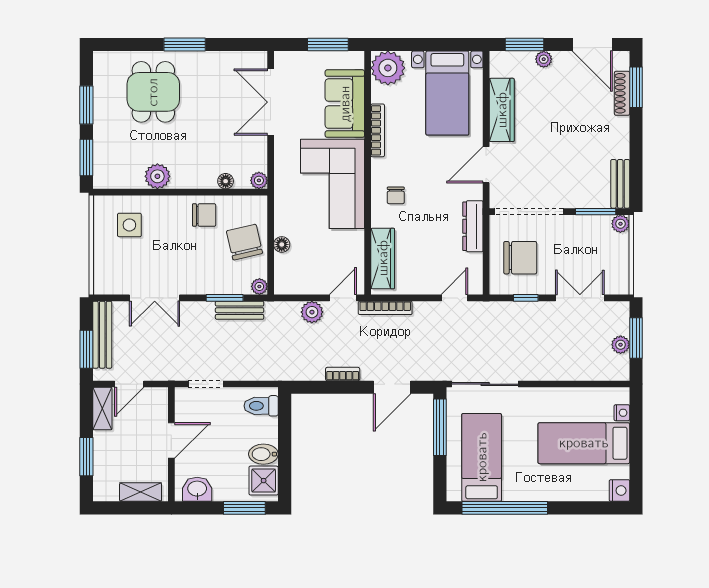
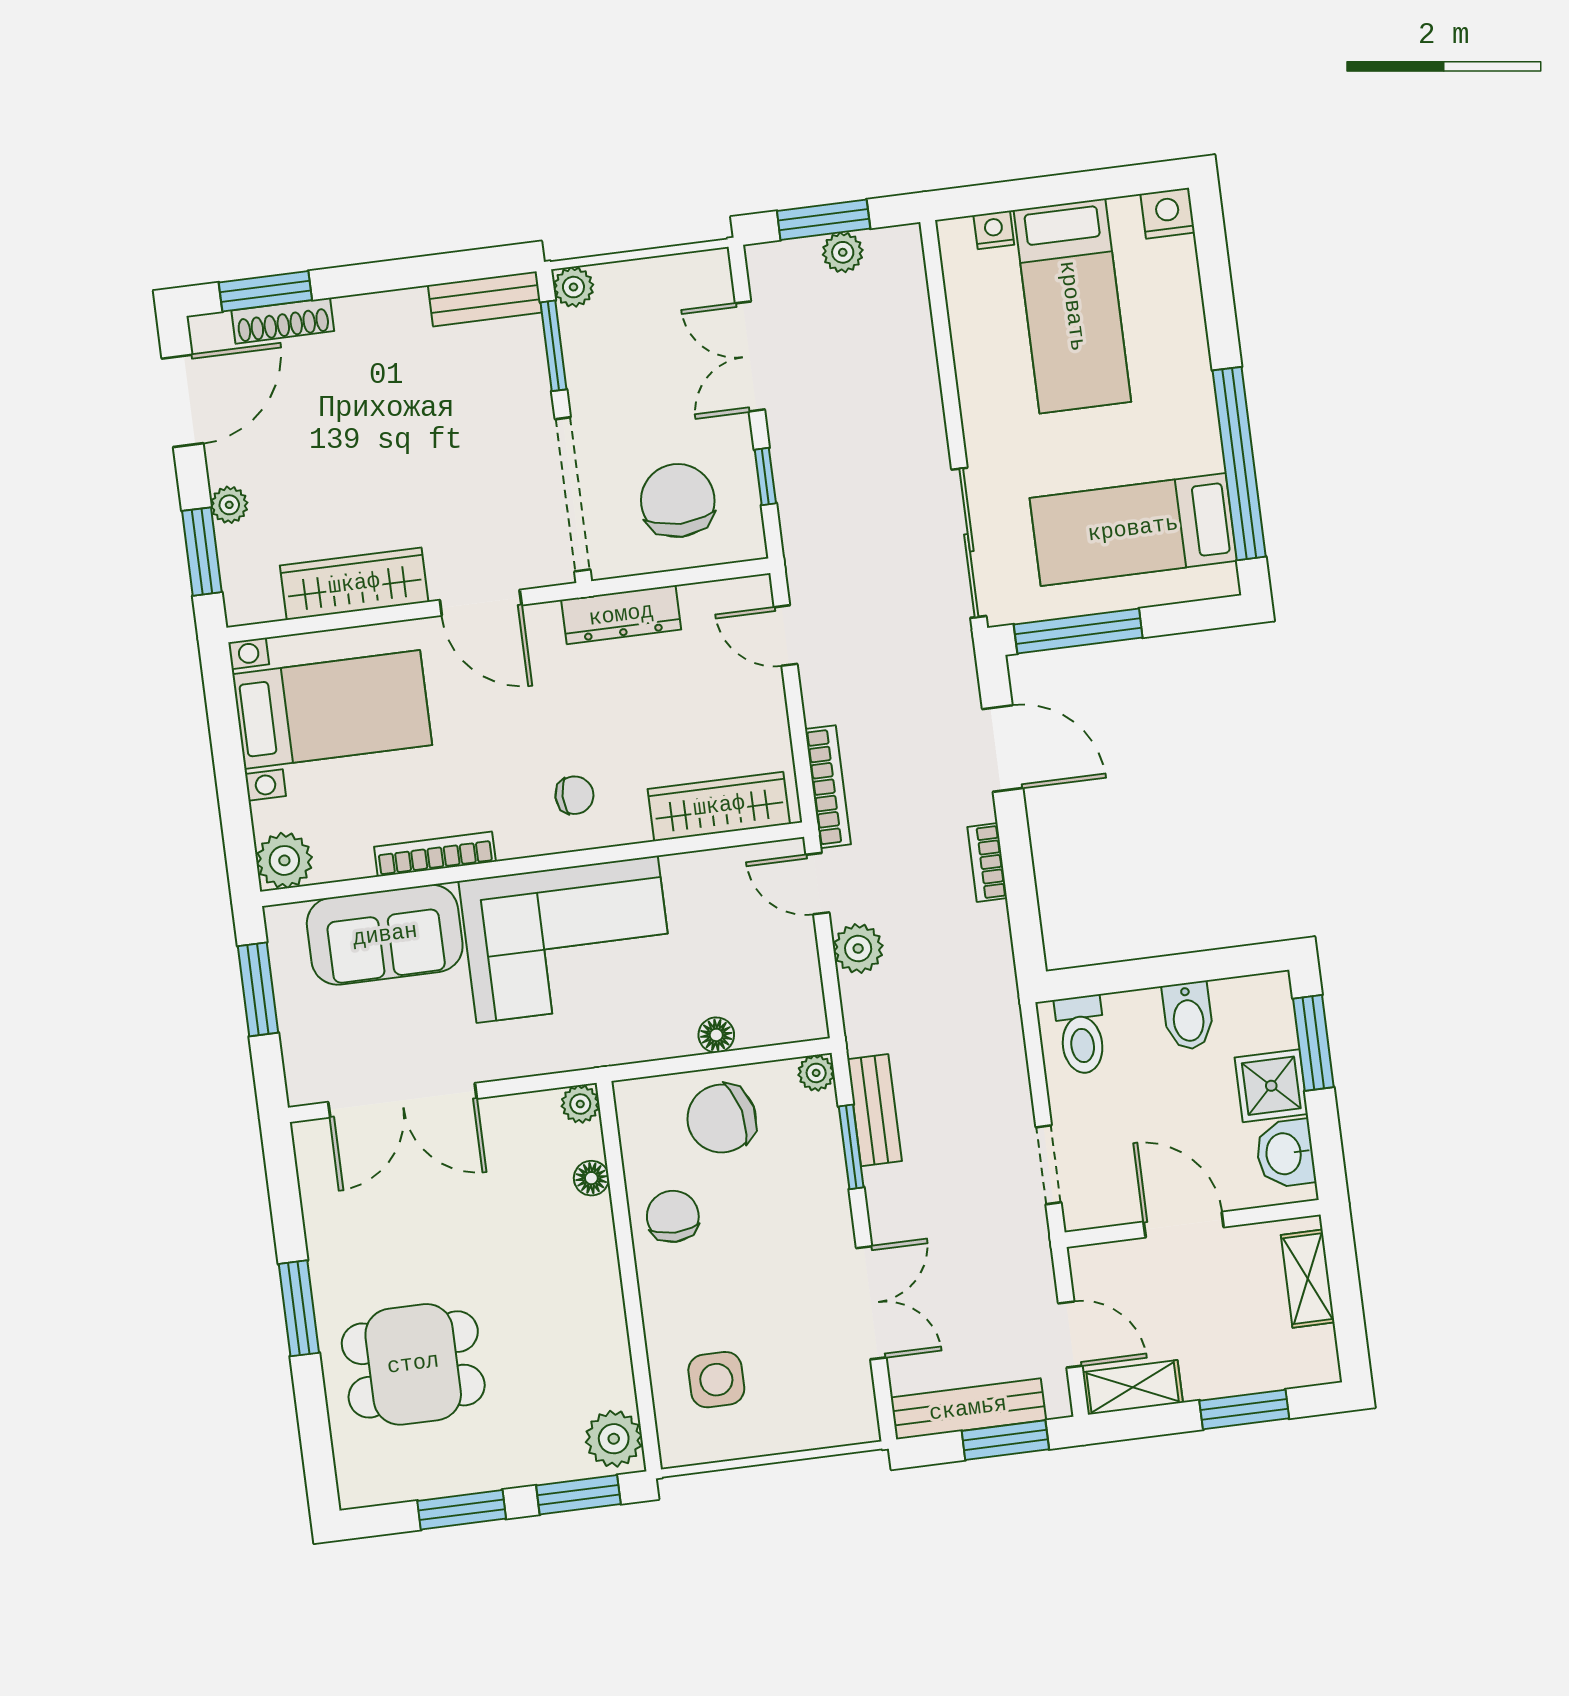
plant: (388, 68) -> (284, 860), width x0.73, depth x0.73
plant: (157, 176) -> (614, 1439), moved
shower: (264, 481) -> (1271, 1086), moved

